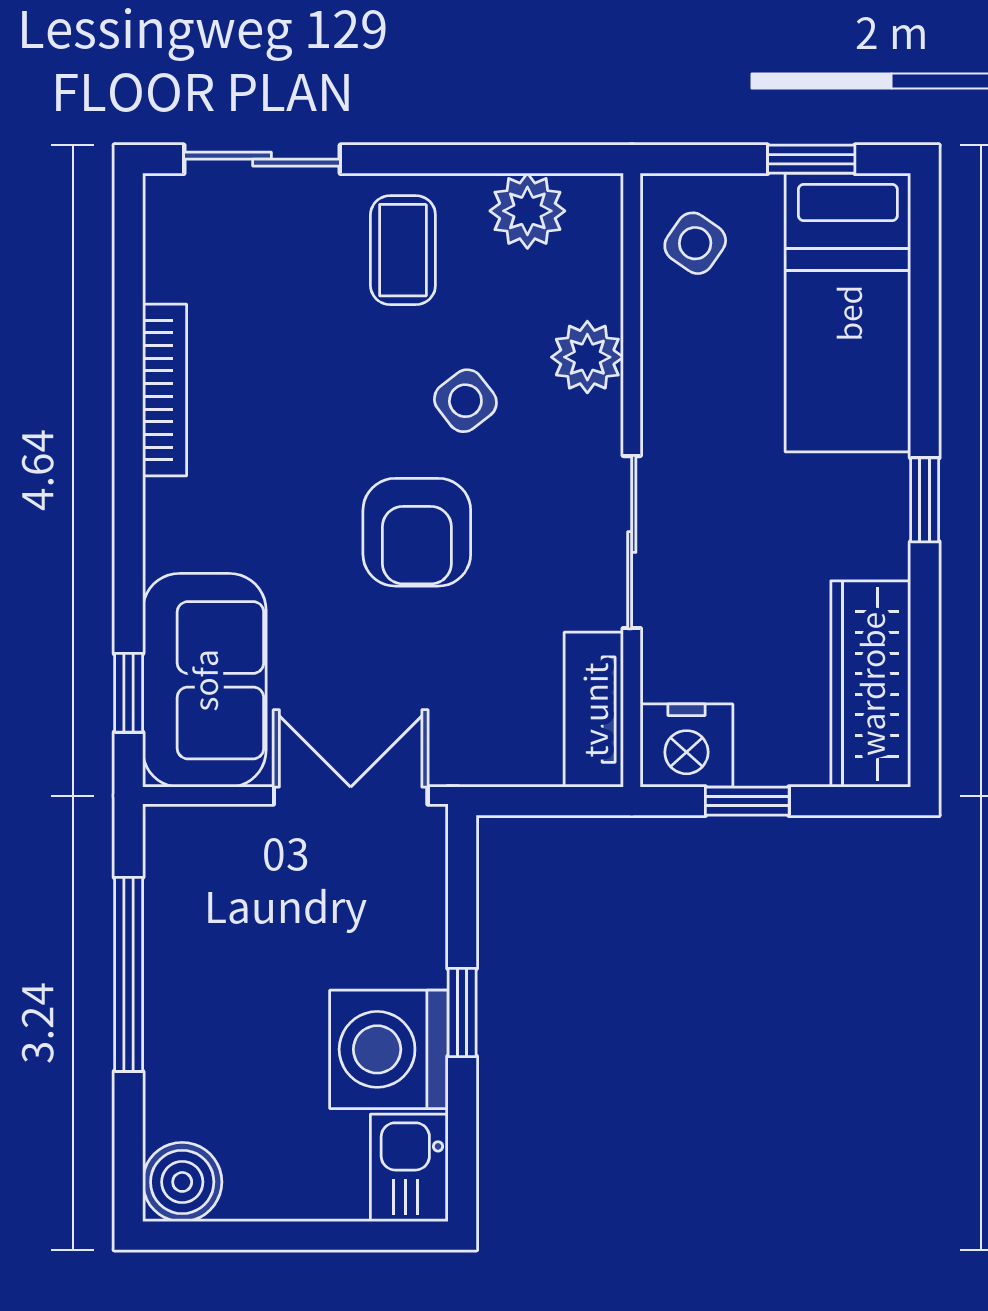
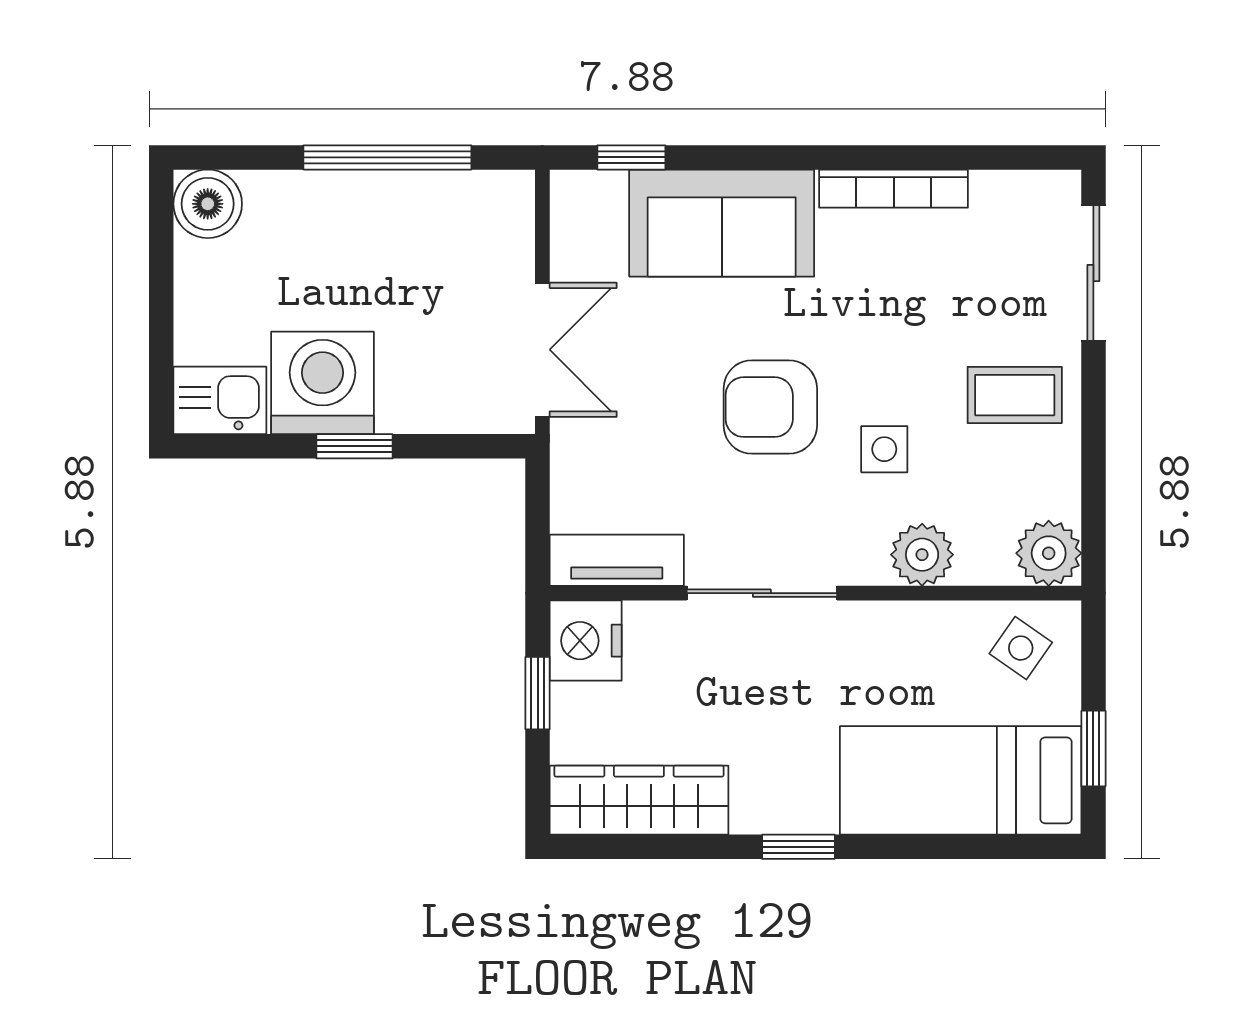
plant: (527, 211) -> (1049, 553), moved
side table: (465, 401) -> (884, 449), turned 38
sofa: (204, 680) -> (722, 223), moved

